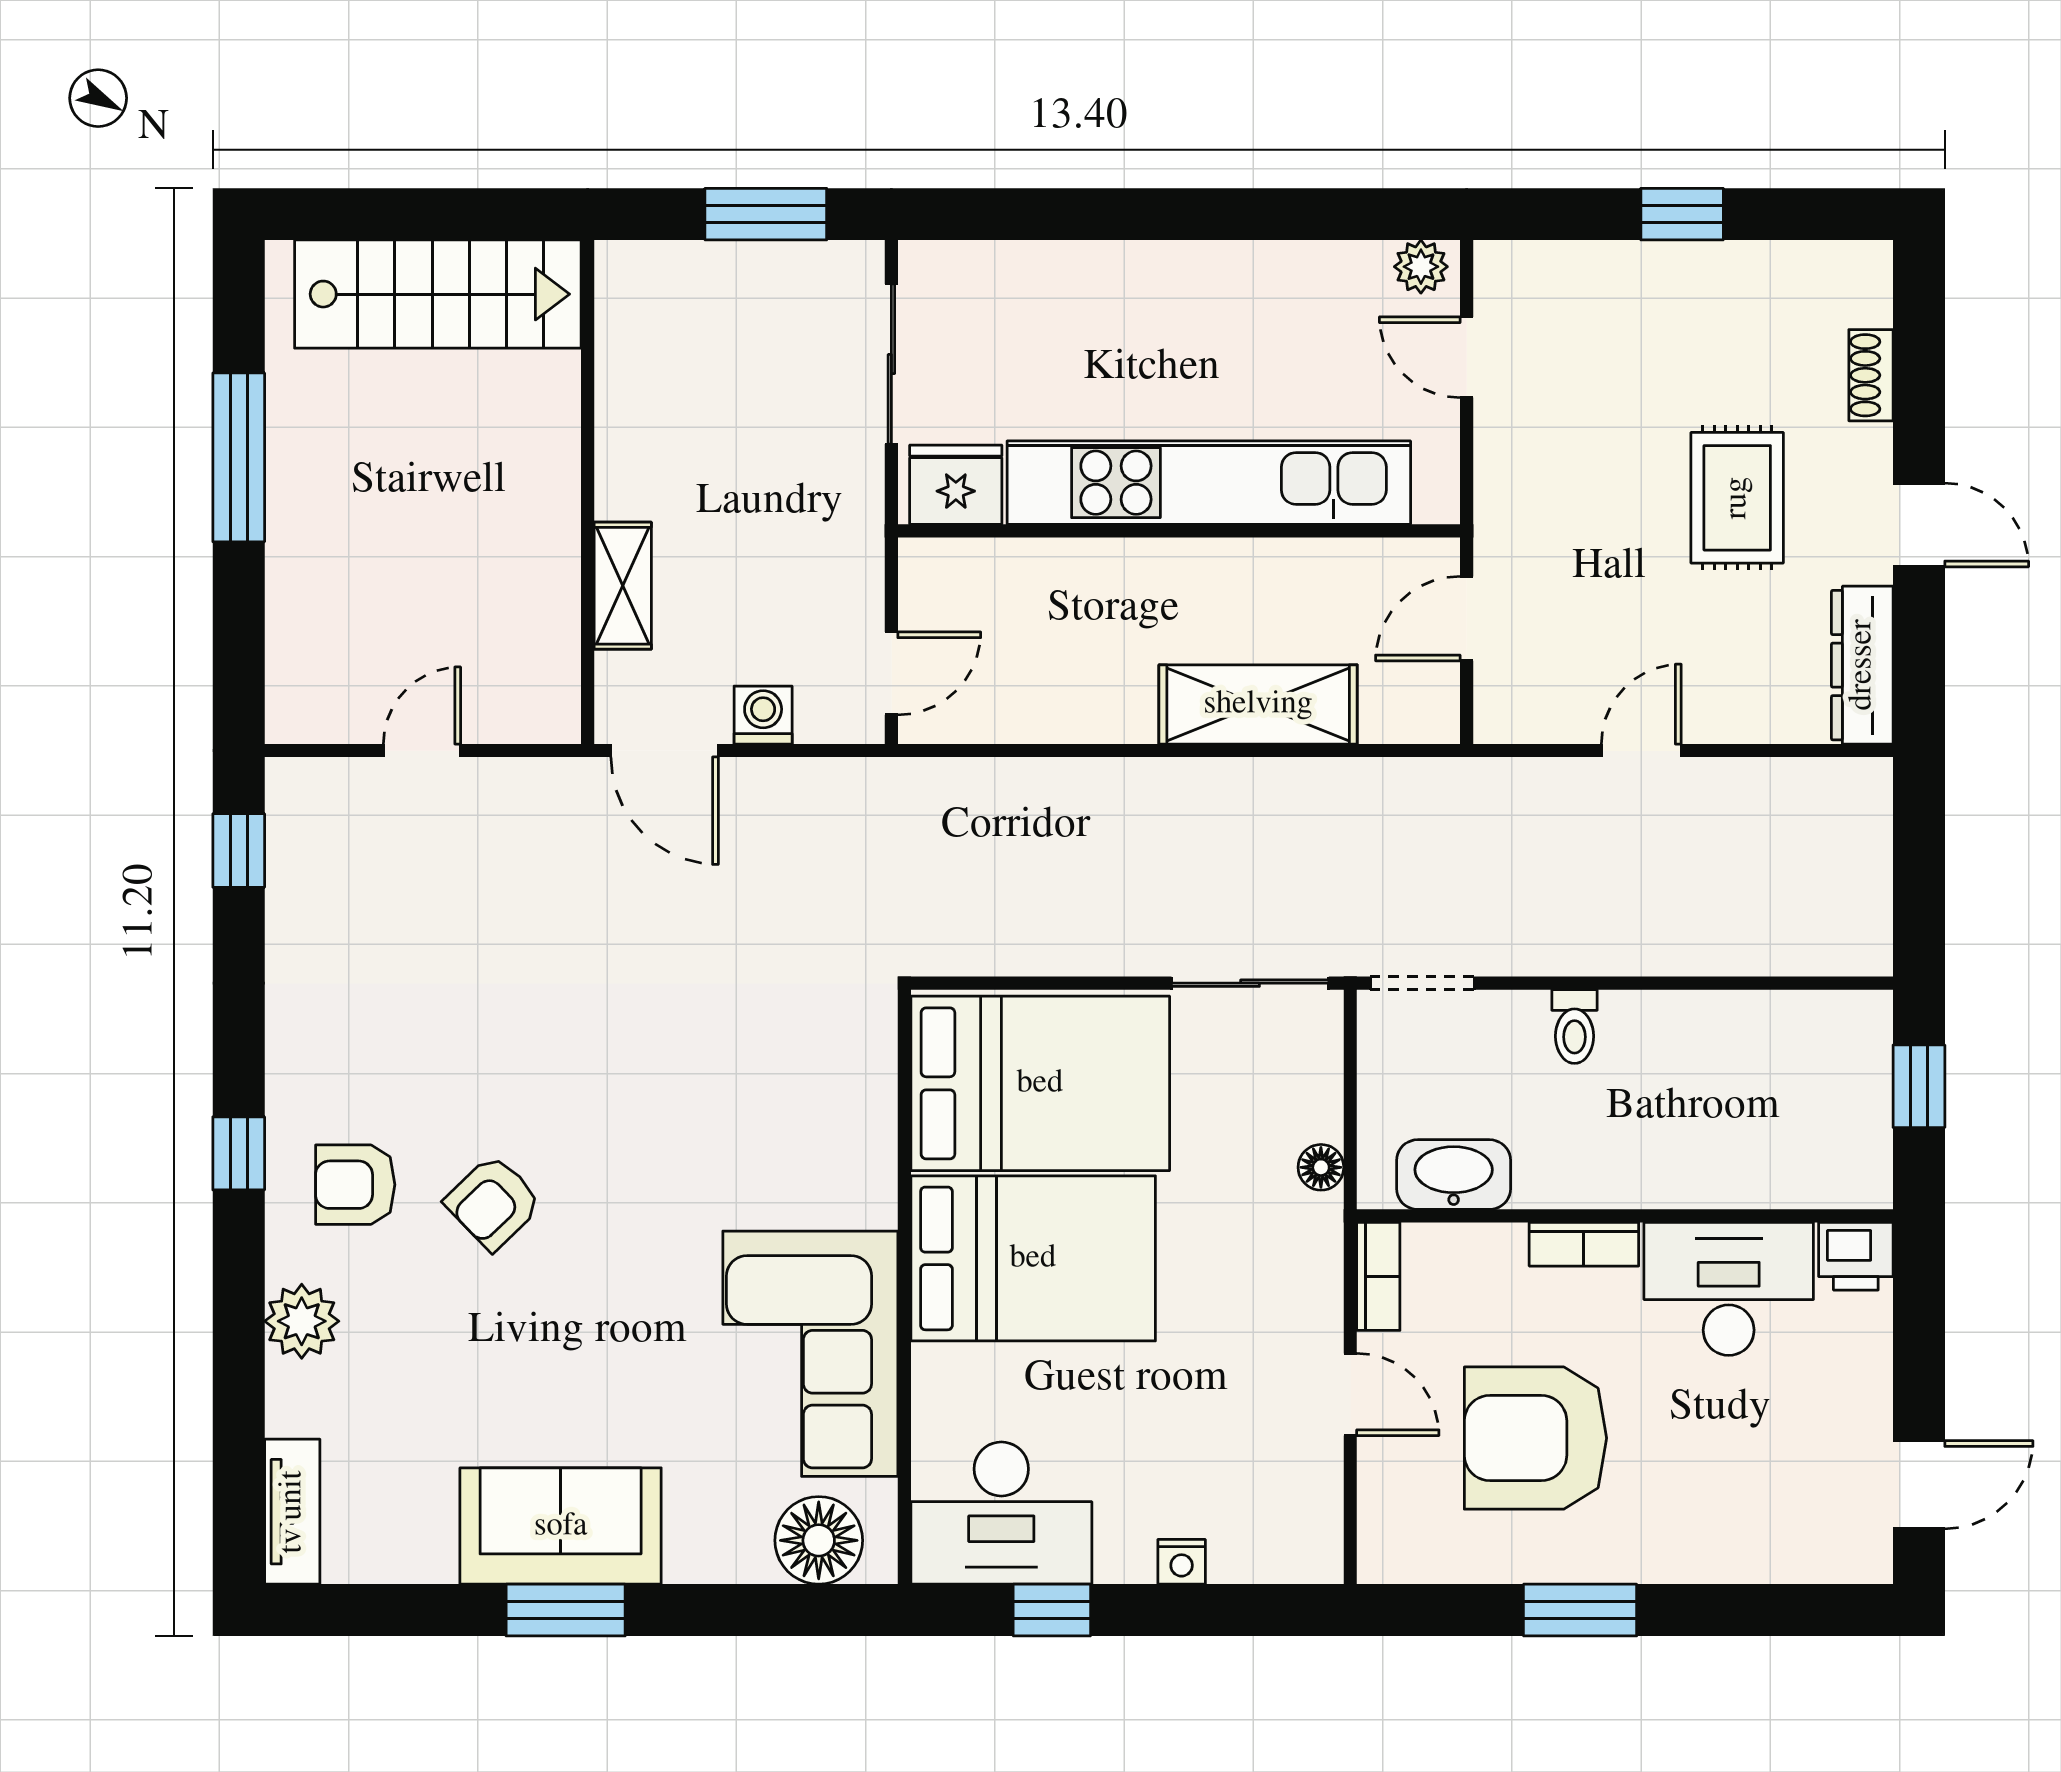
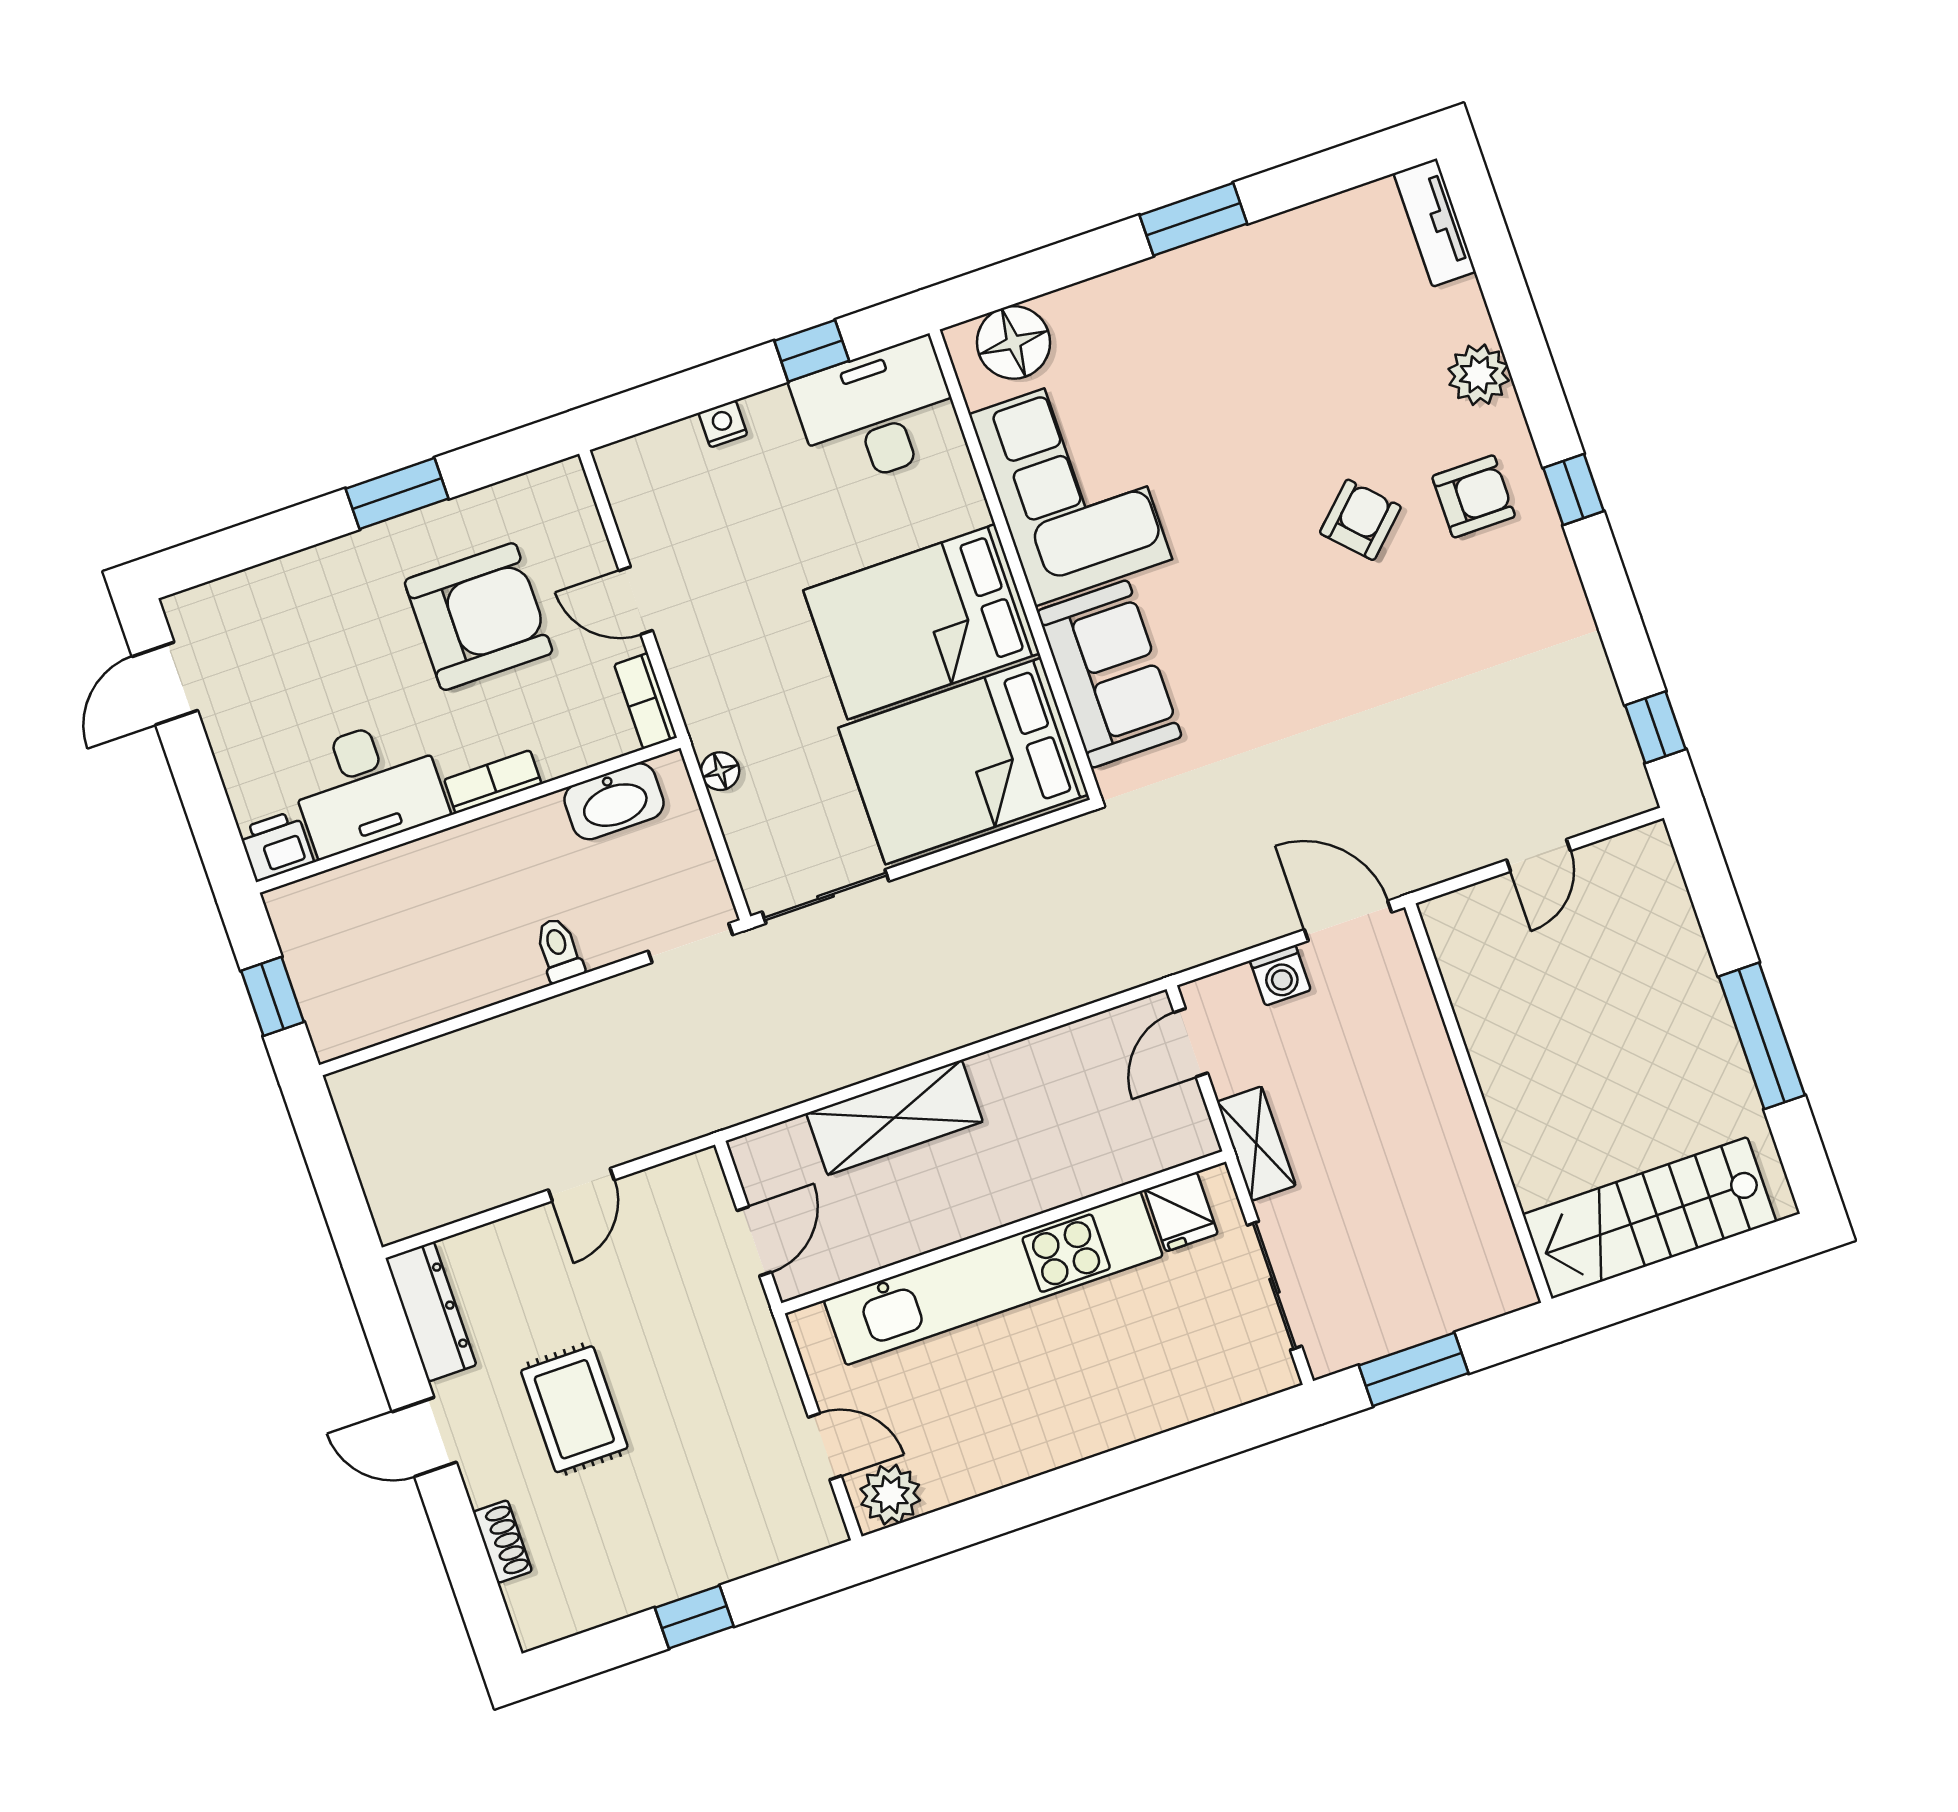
plant: (1421, 267) -> (890, 1495), width x1.38, depth x1.38
fridge: (956, 485) -> (1181, 1212), width x0.72
shelving: (623, 586) -> (1256, 1144), moved
sofa: (561, 1526) -> (1109, 674), moved, turned -90

